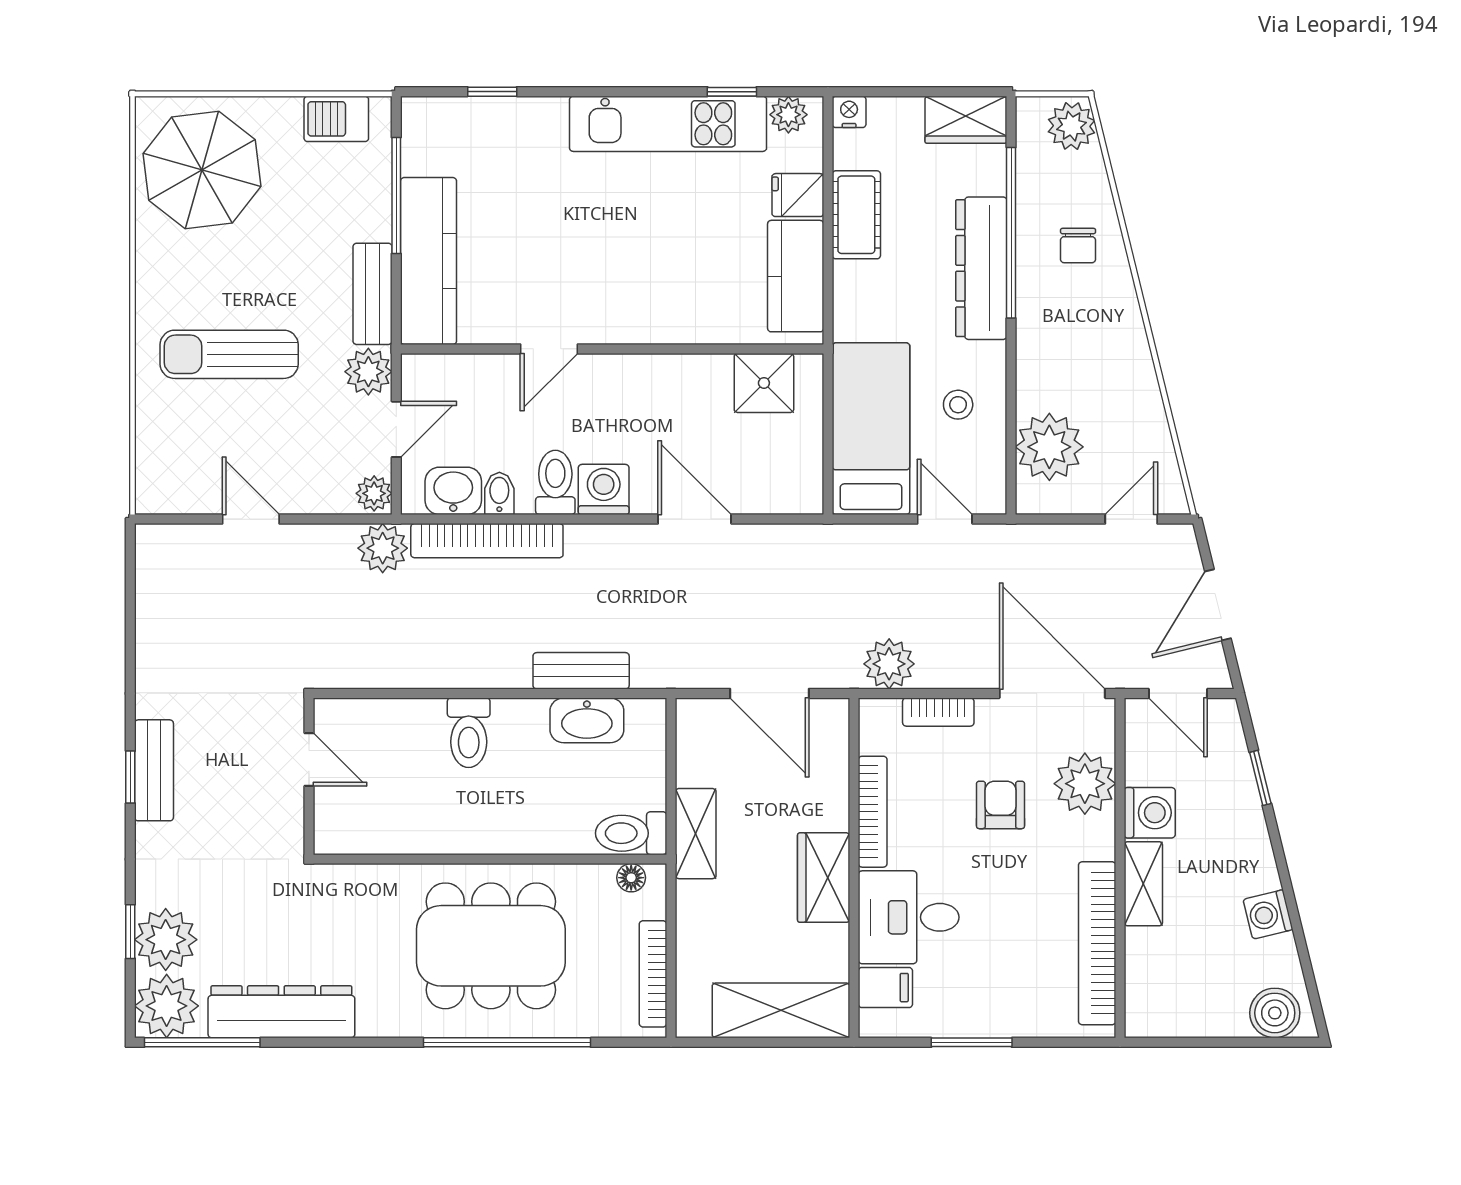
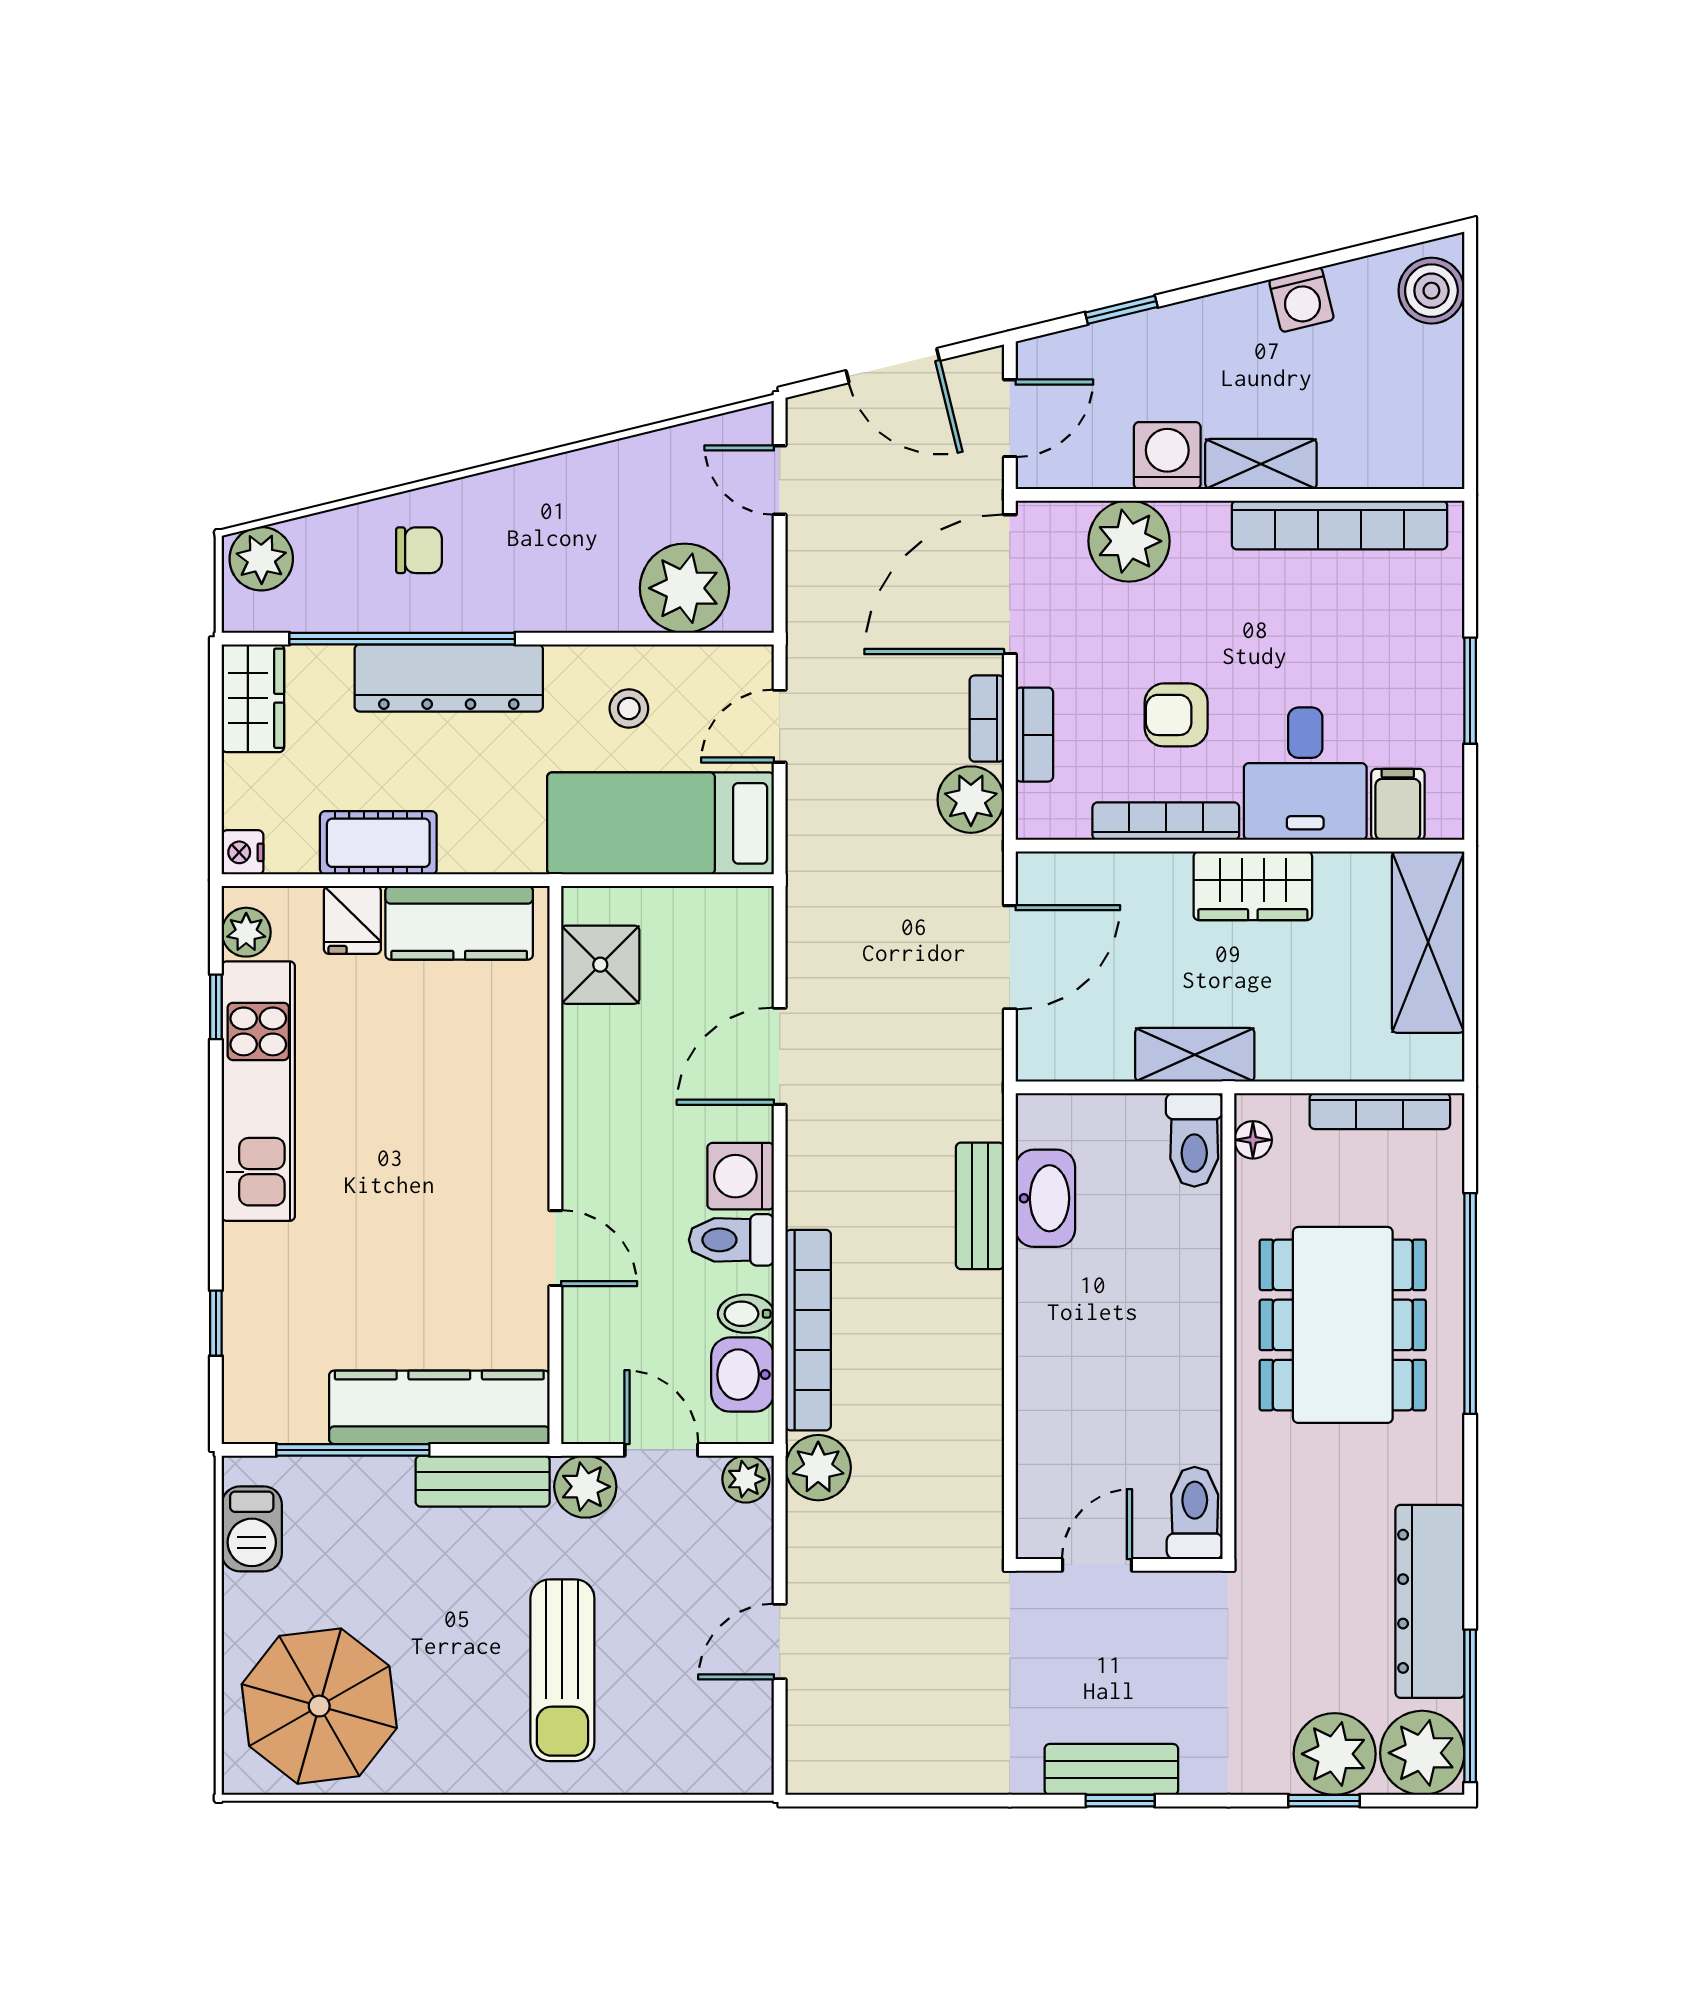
bookcase: (950, 676) -> (987, 719), added
toilet: (469, 733) -> (1195, 1513), moved, turned -90
armchair: (1000, 805) -> (1176, 715), moved

